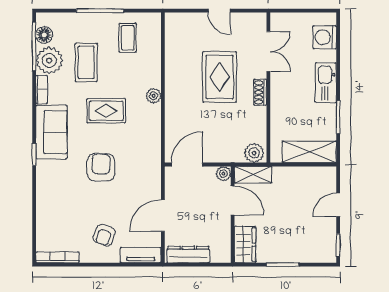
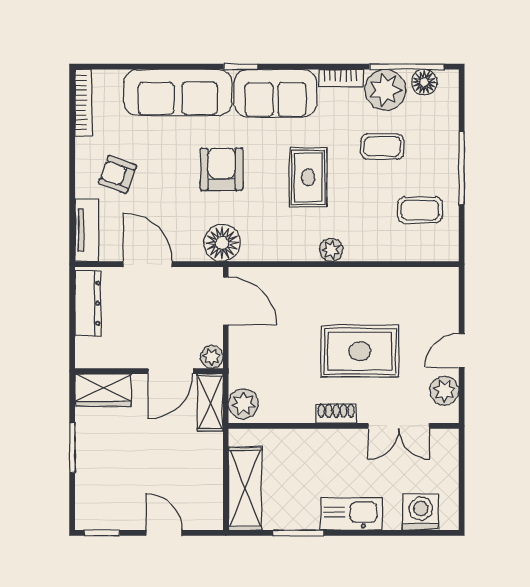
plant: (245, 22) -> (444, 391), added
coffee table: (86, 62) -> (382, 146), width x0.73, depth x0.77
armchair: (101, 167) -> (222, 169), turned -90
floor lamp: (149, 167) -> (222, 243), added
sofa: (51, 196) -> (178, 92), added

